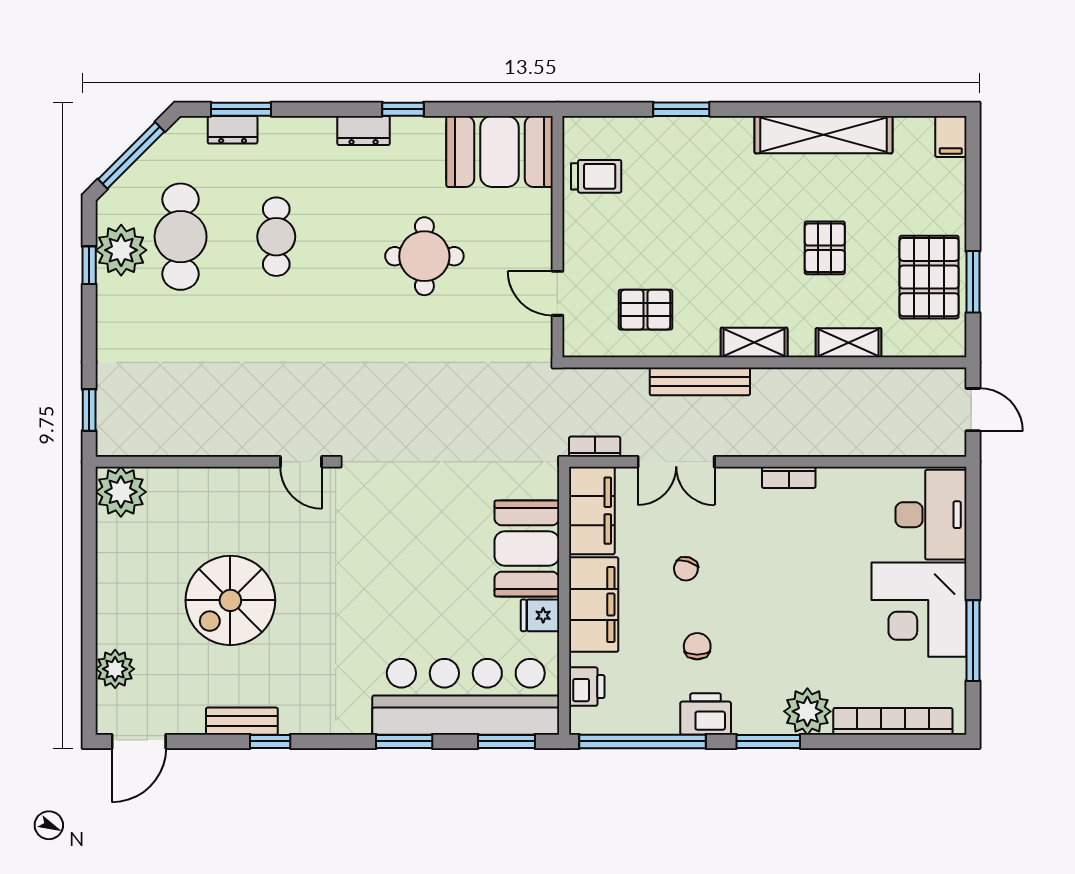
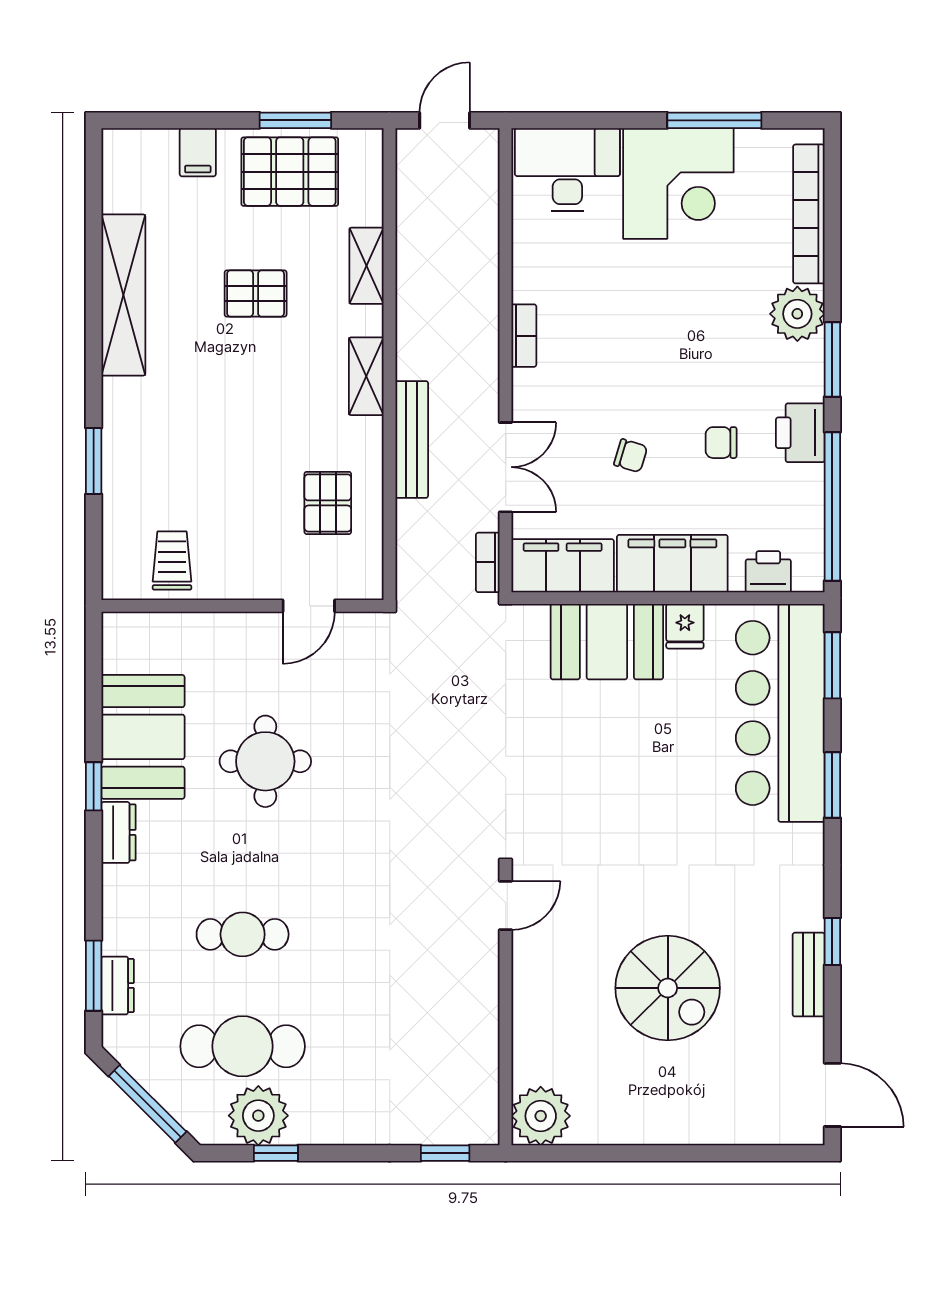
filing cabinet: (951, 136) -> (198, 152), moved, turned 90
booth: (499, 151) -> (143, 737), moved
plant: (115, 669) -> (748, 1123), removed

